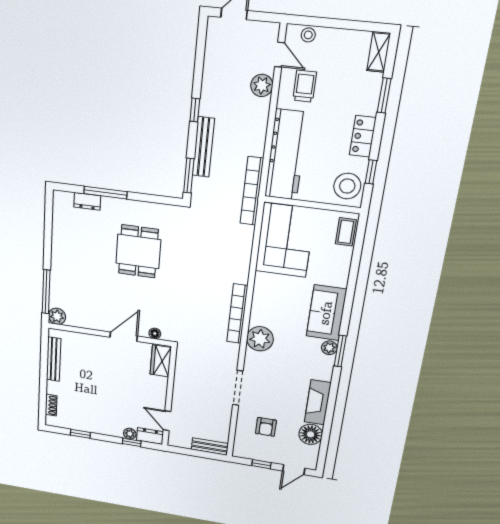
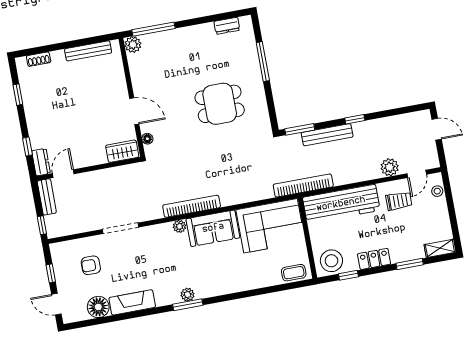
dresser: (87, 201) -> (227, 26), moved, turned -90
sofa: (326, 313) -> (213, 228), moved, turned 180
plant: (260, 339) -> (180, 226), width x0.53, depth x0.53
plant: (130, 434) -> (36, 142), removed
bench: (210, 446) -> (47, 197), moved
window: (212, 456) -> (42, 225), added

